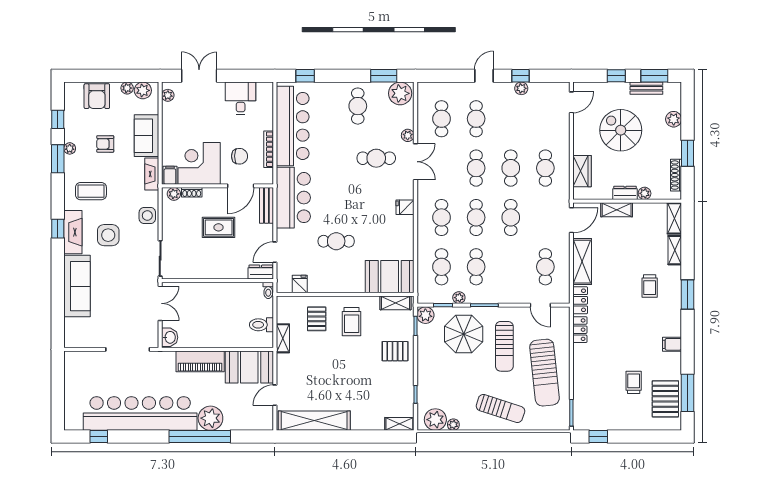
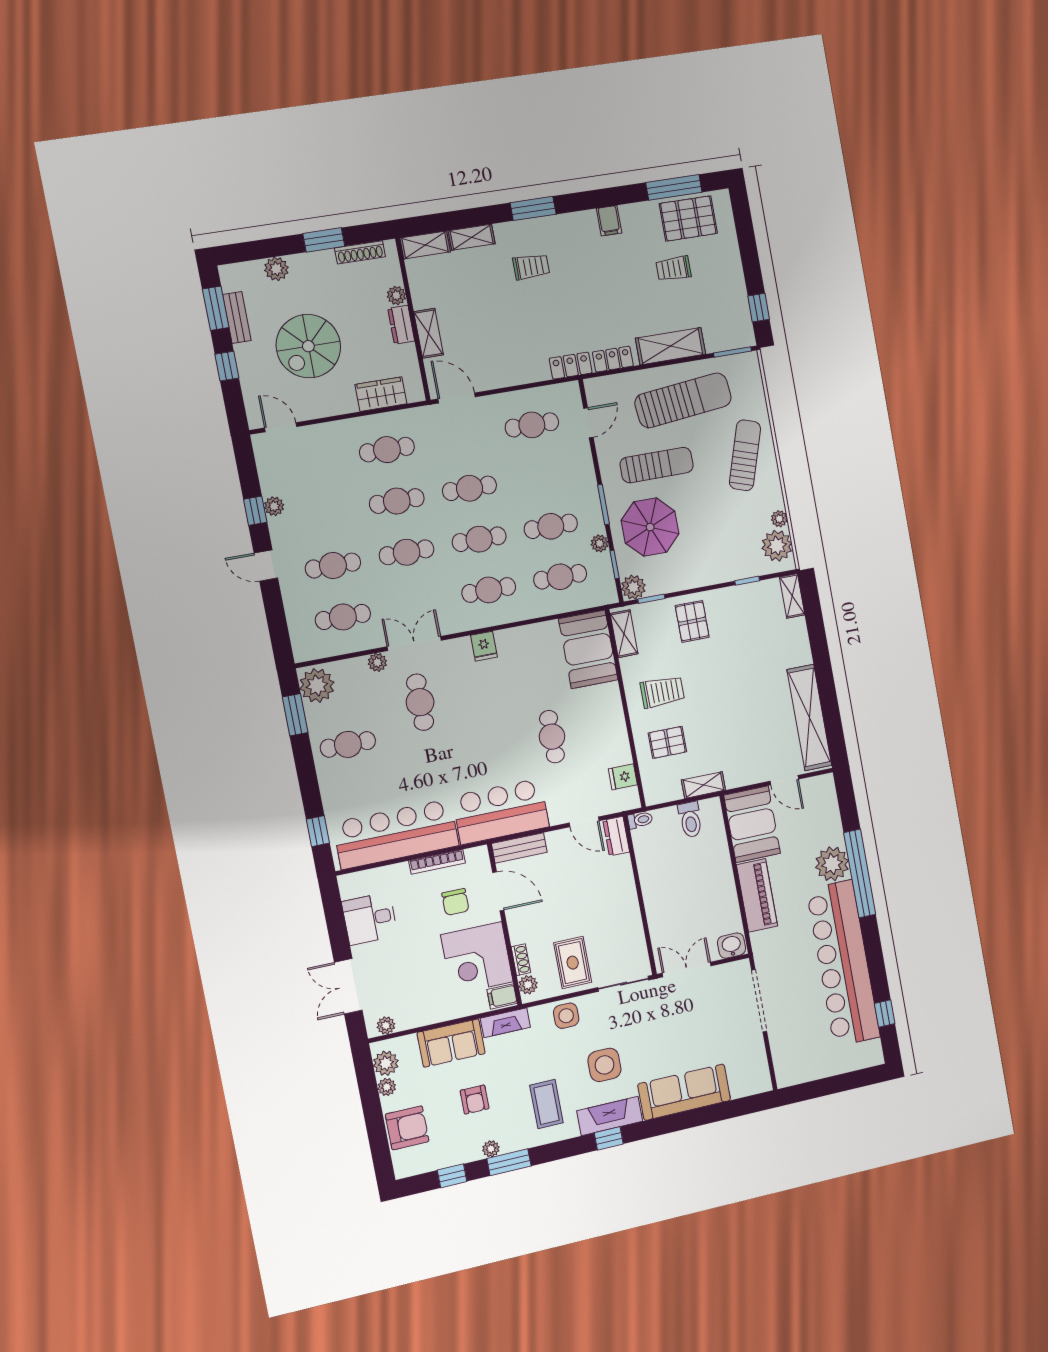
chair: (240, 156) -> (455, 902), turned 180
rug: (219, 227) -> (573, 963), moved
shelving: (582, 262) -> (671, 346), moved

